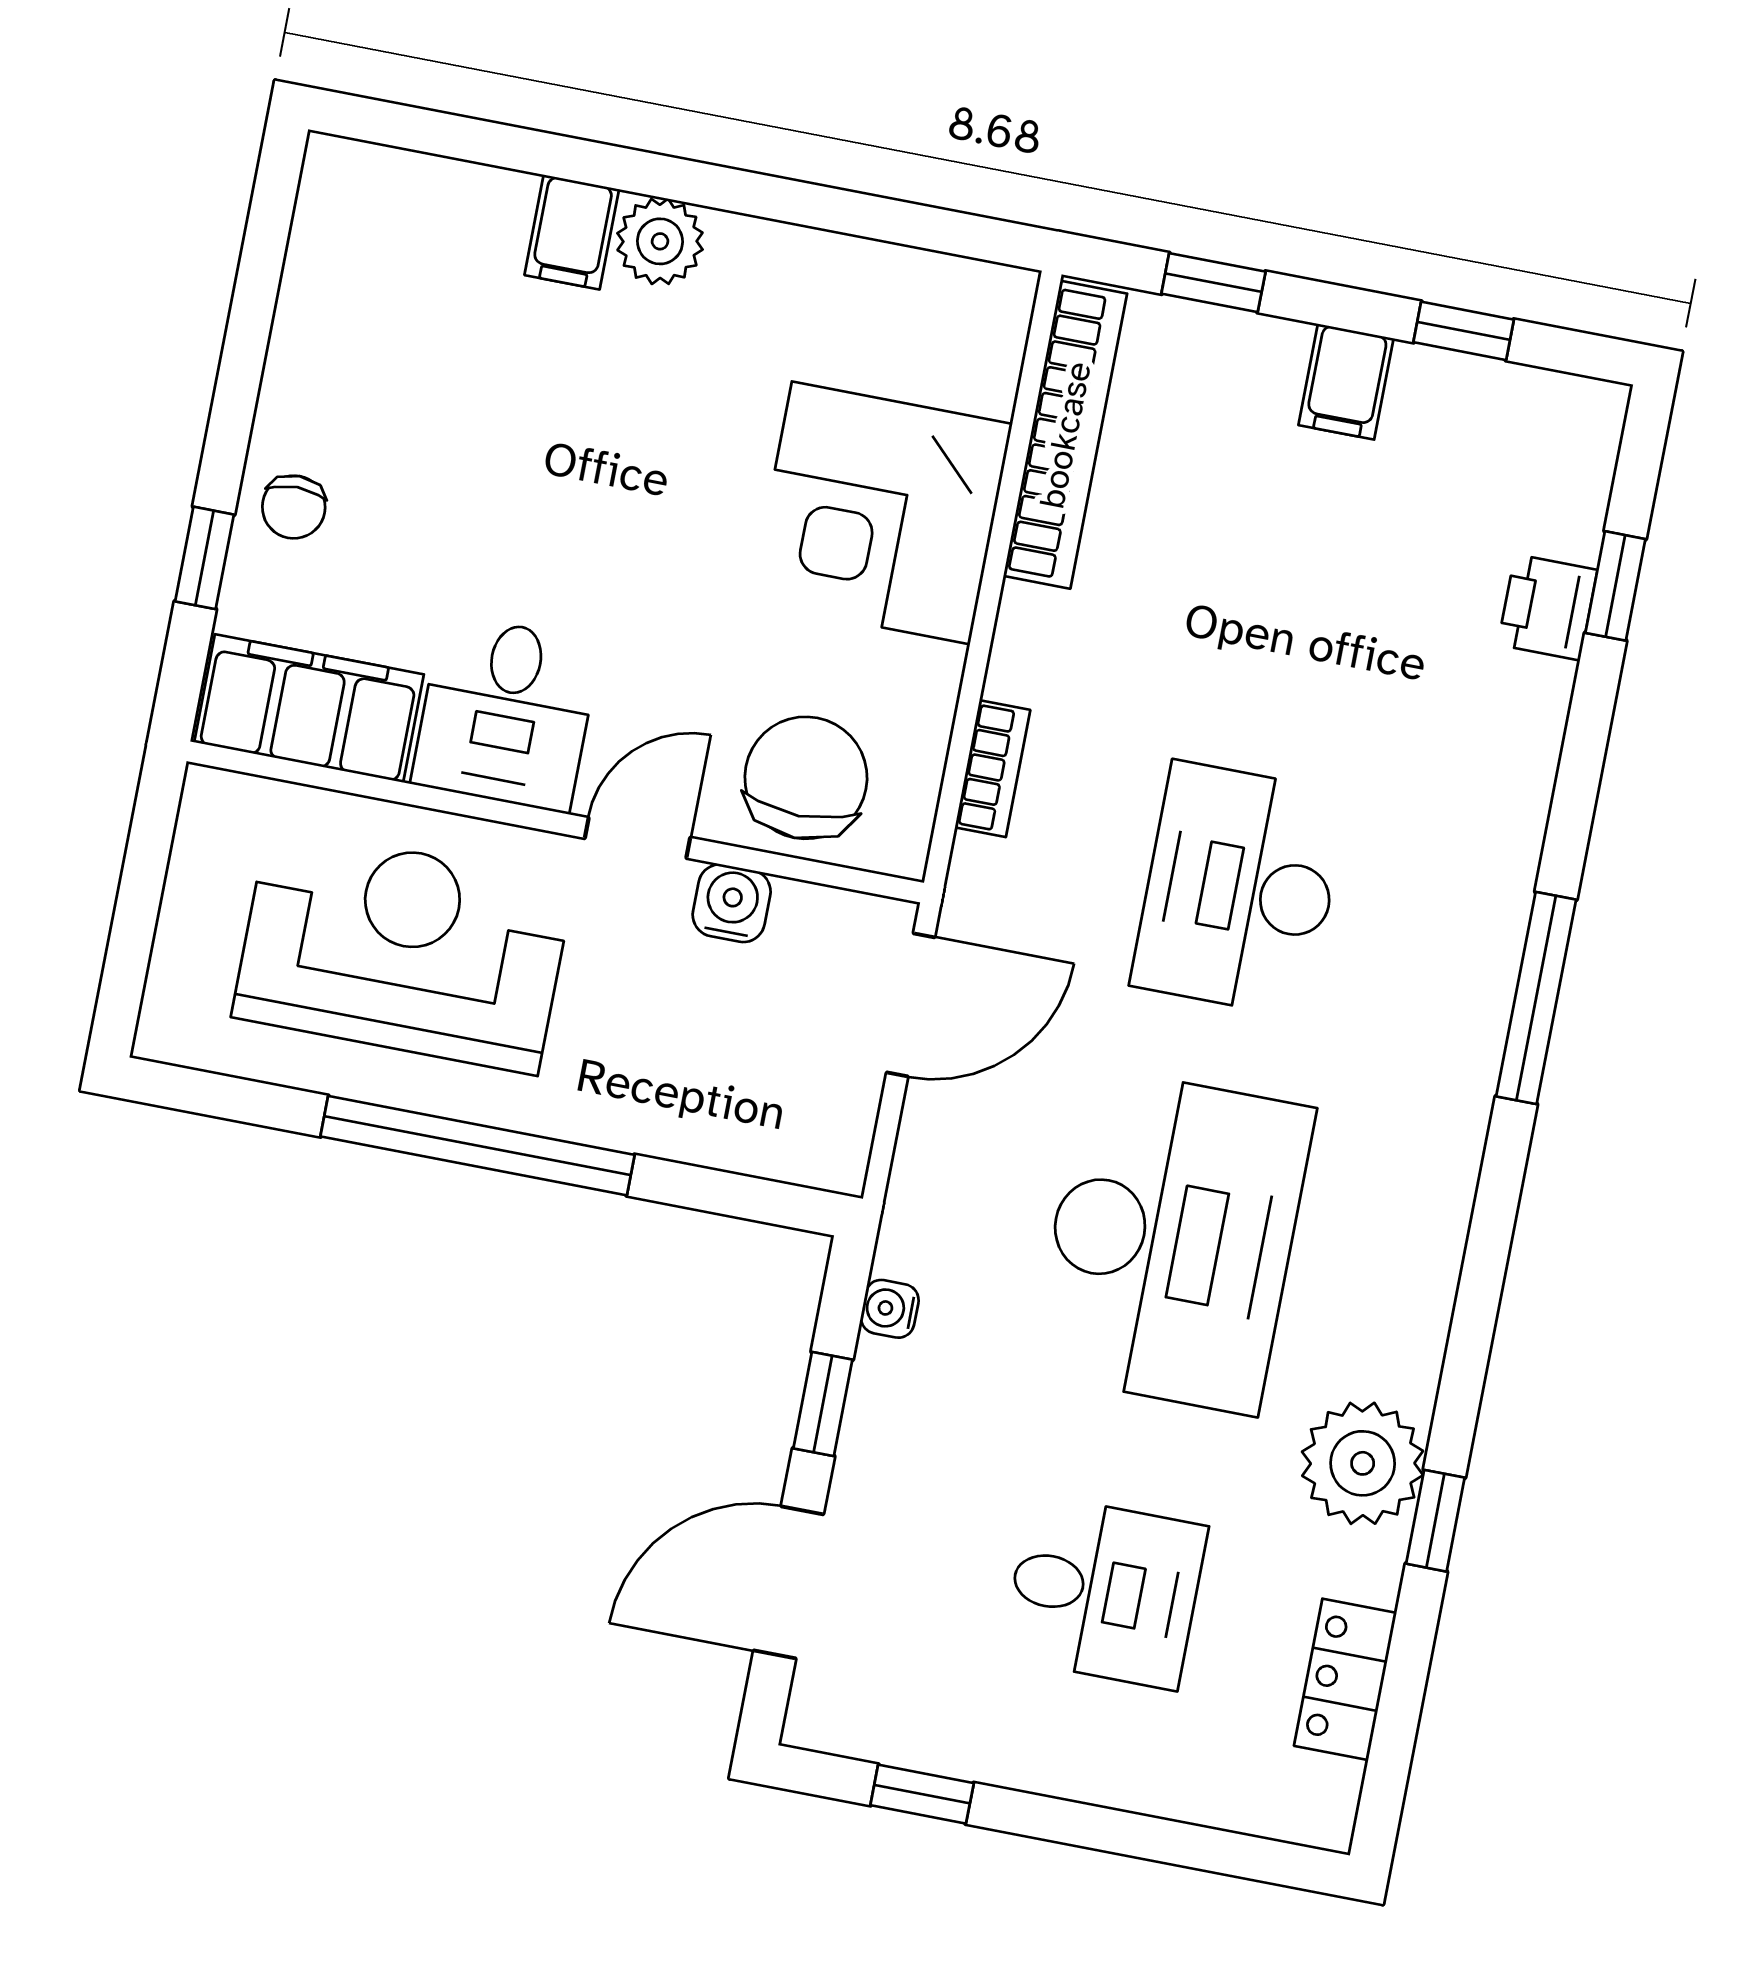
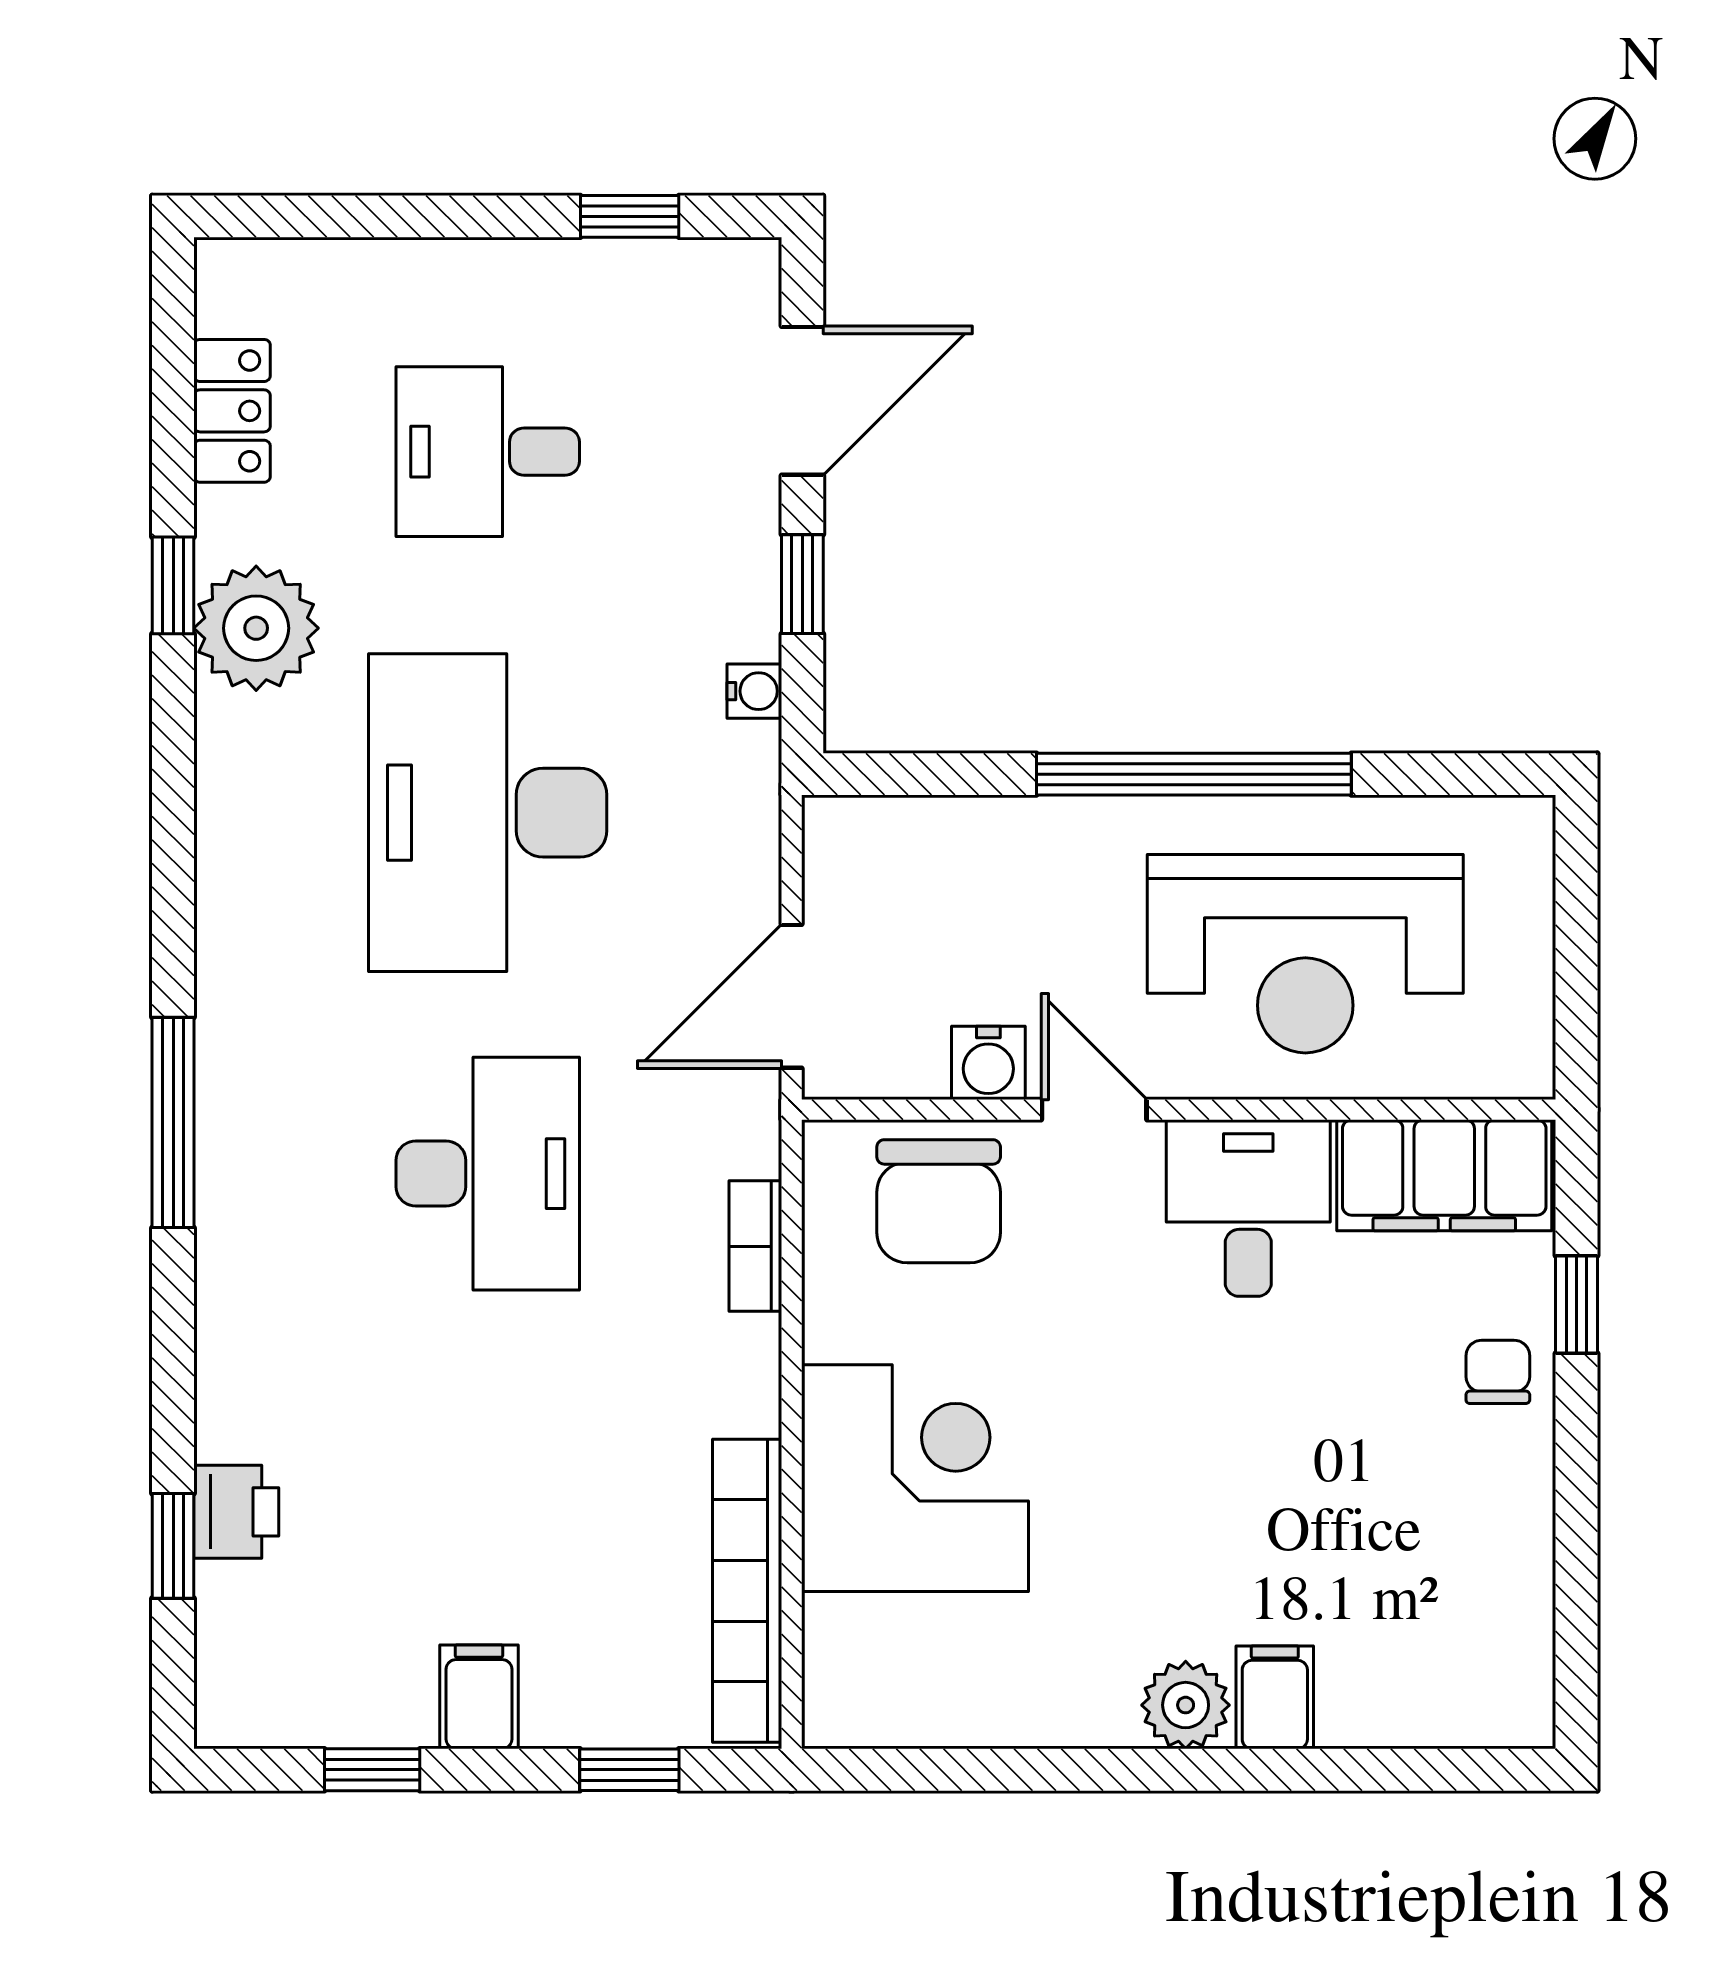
door: (637, 838) -> (1094, 1110), swing flipped

